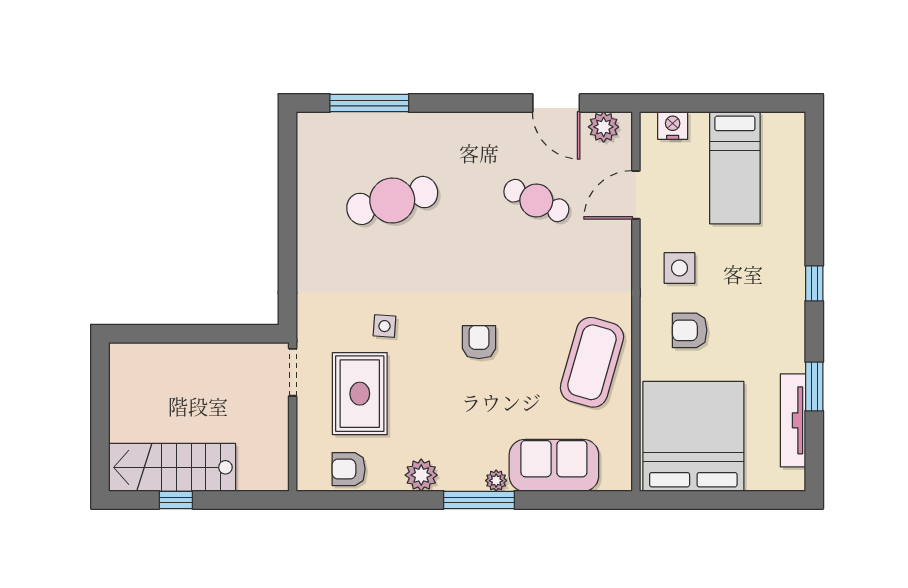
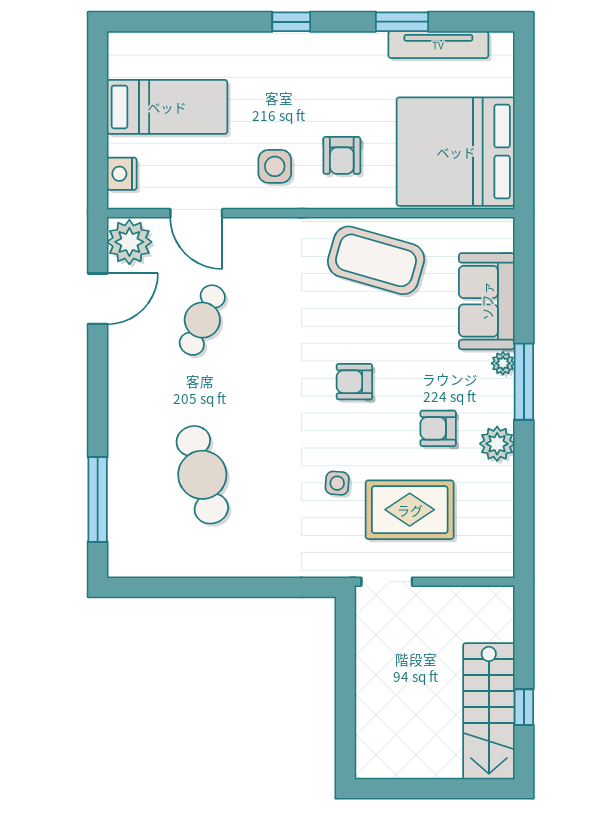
plant: (604, 127) -> (129, 242), width x1.36, depth x1.36
armchair: (349, 469) -> (438, 428), moved, turned 90

